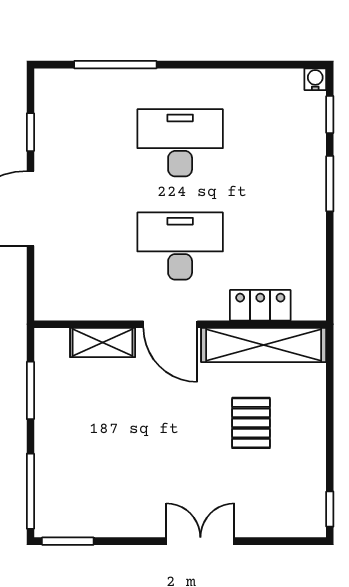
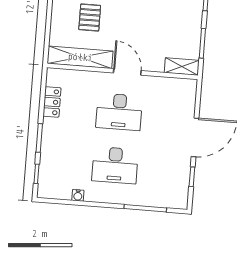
water cooler: (315, 79) -> (78, 195), moved
locker: (260, 305) -> (52, 102), moved, turned -90
shelving: (103, 343) -> (182, 67), moved

